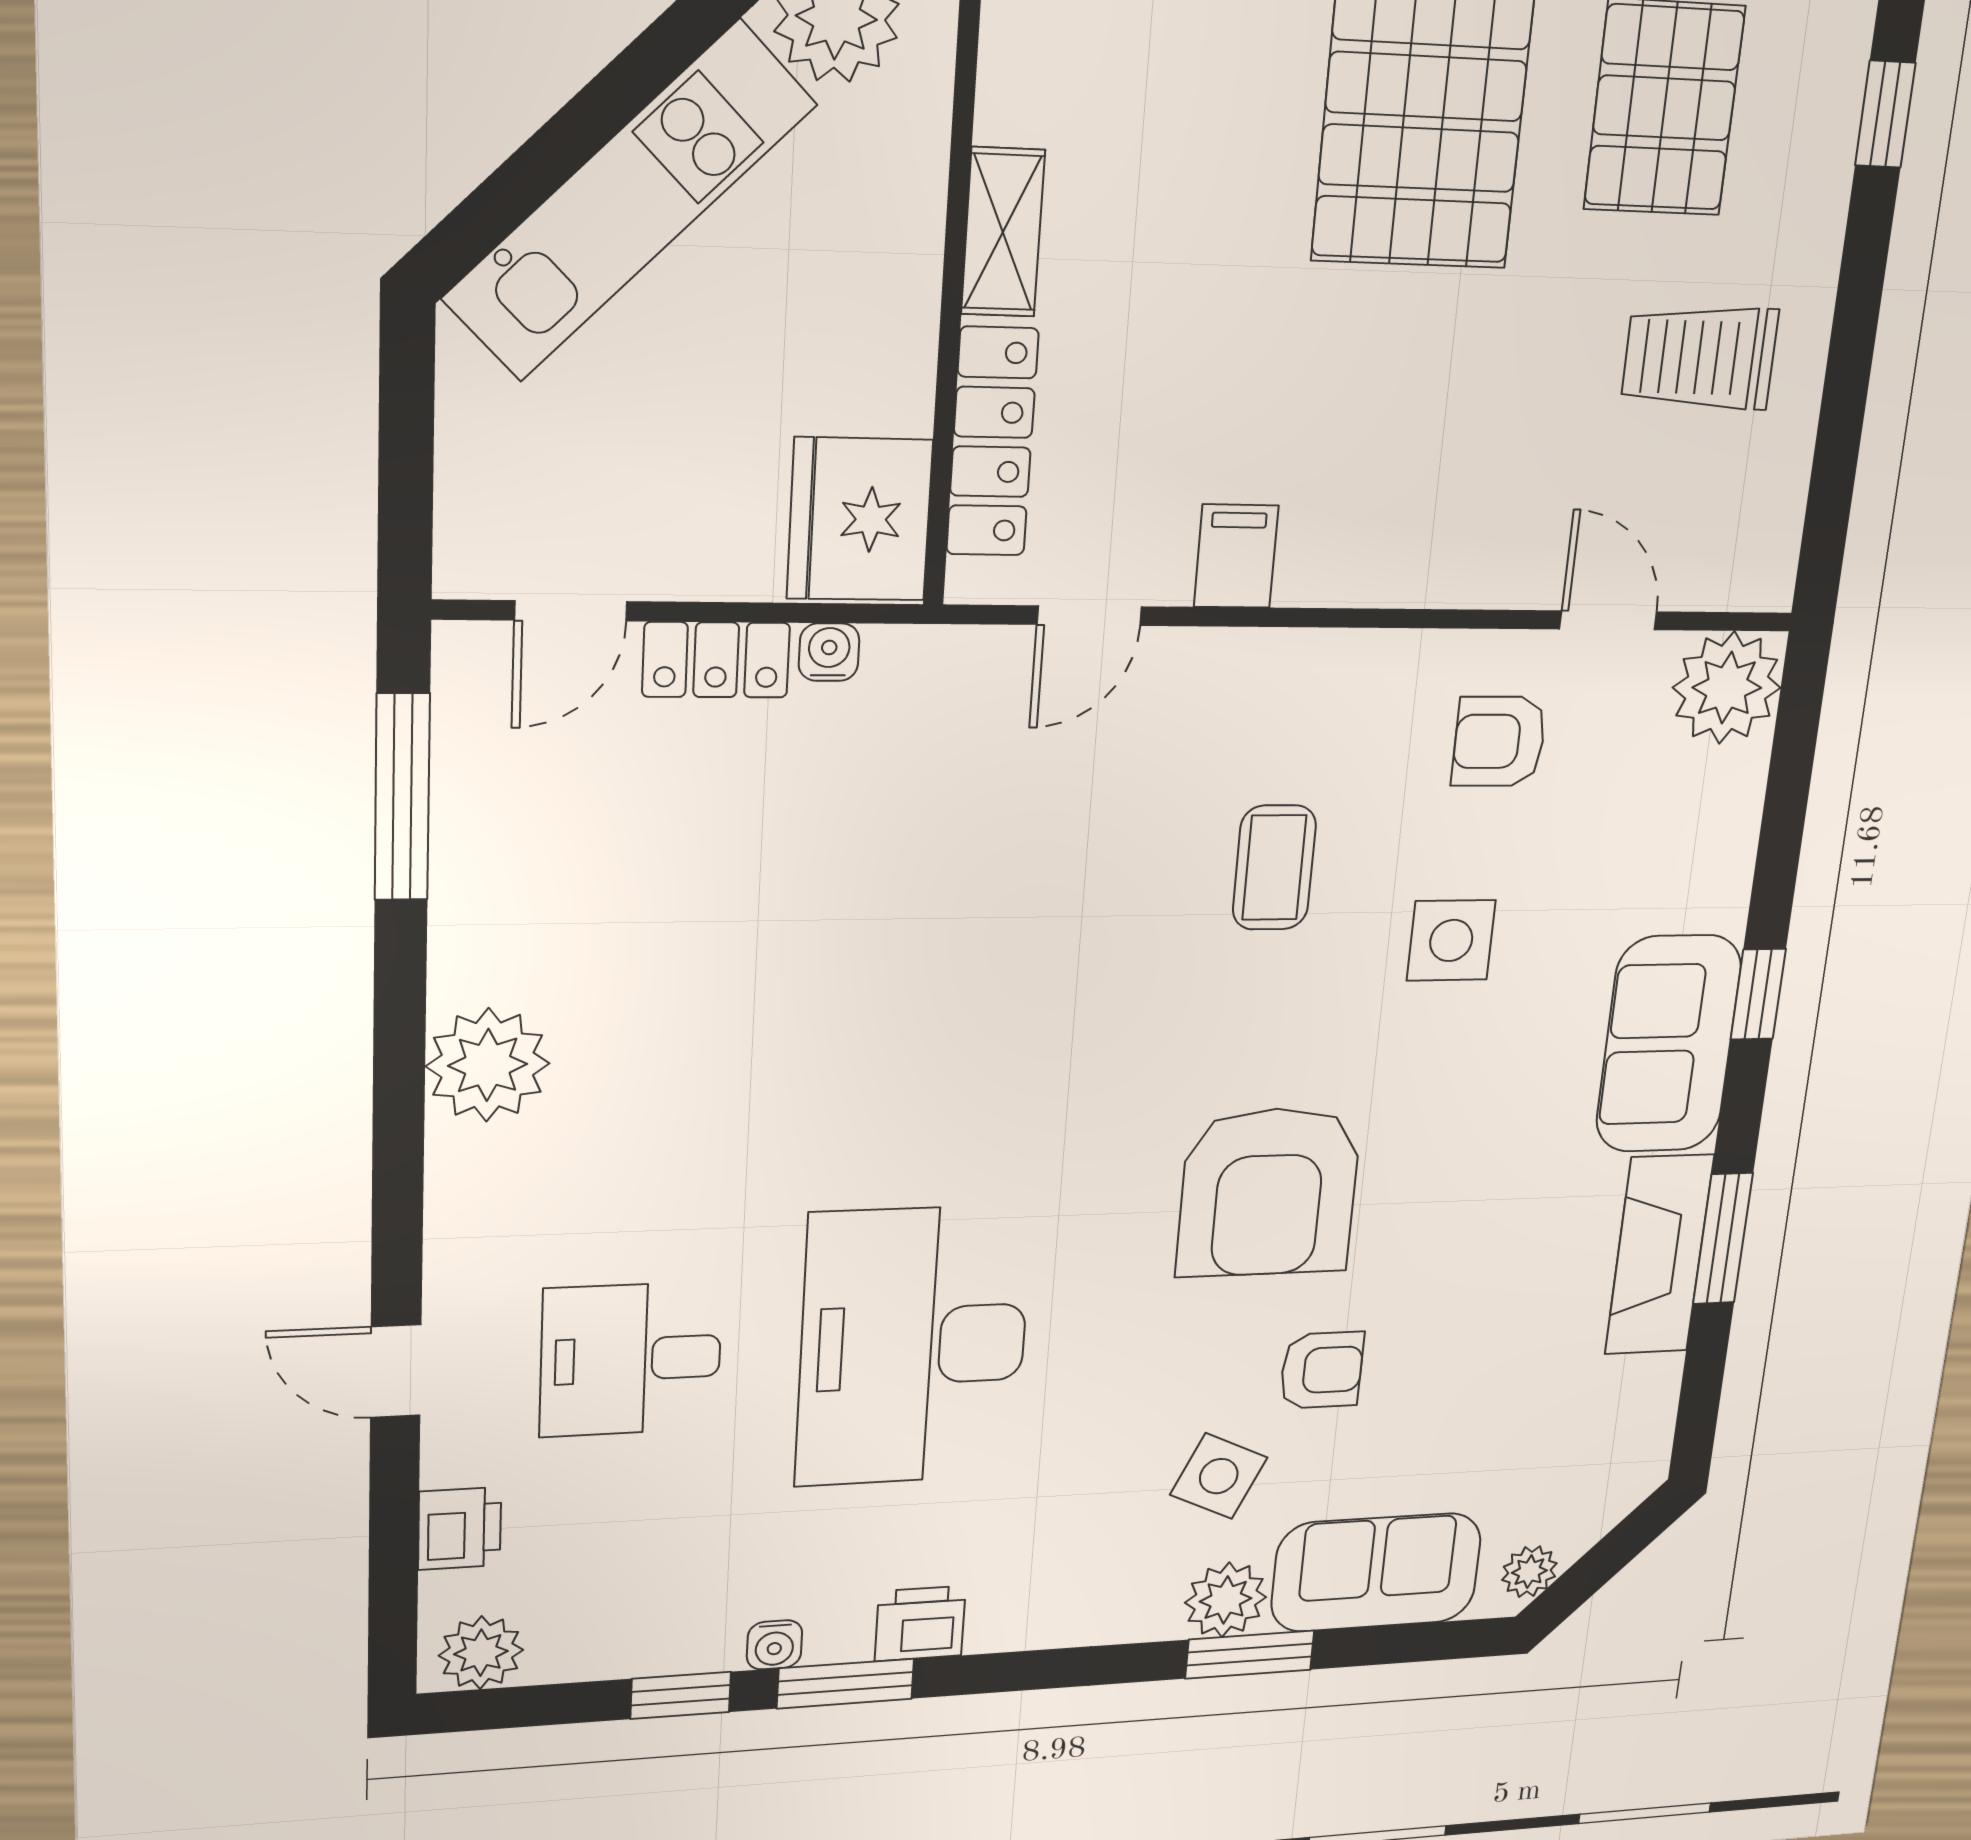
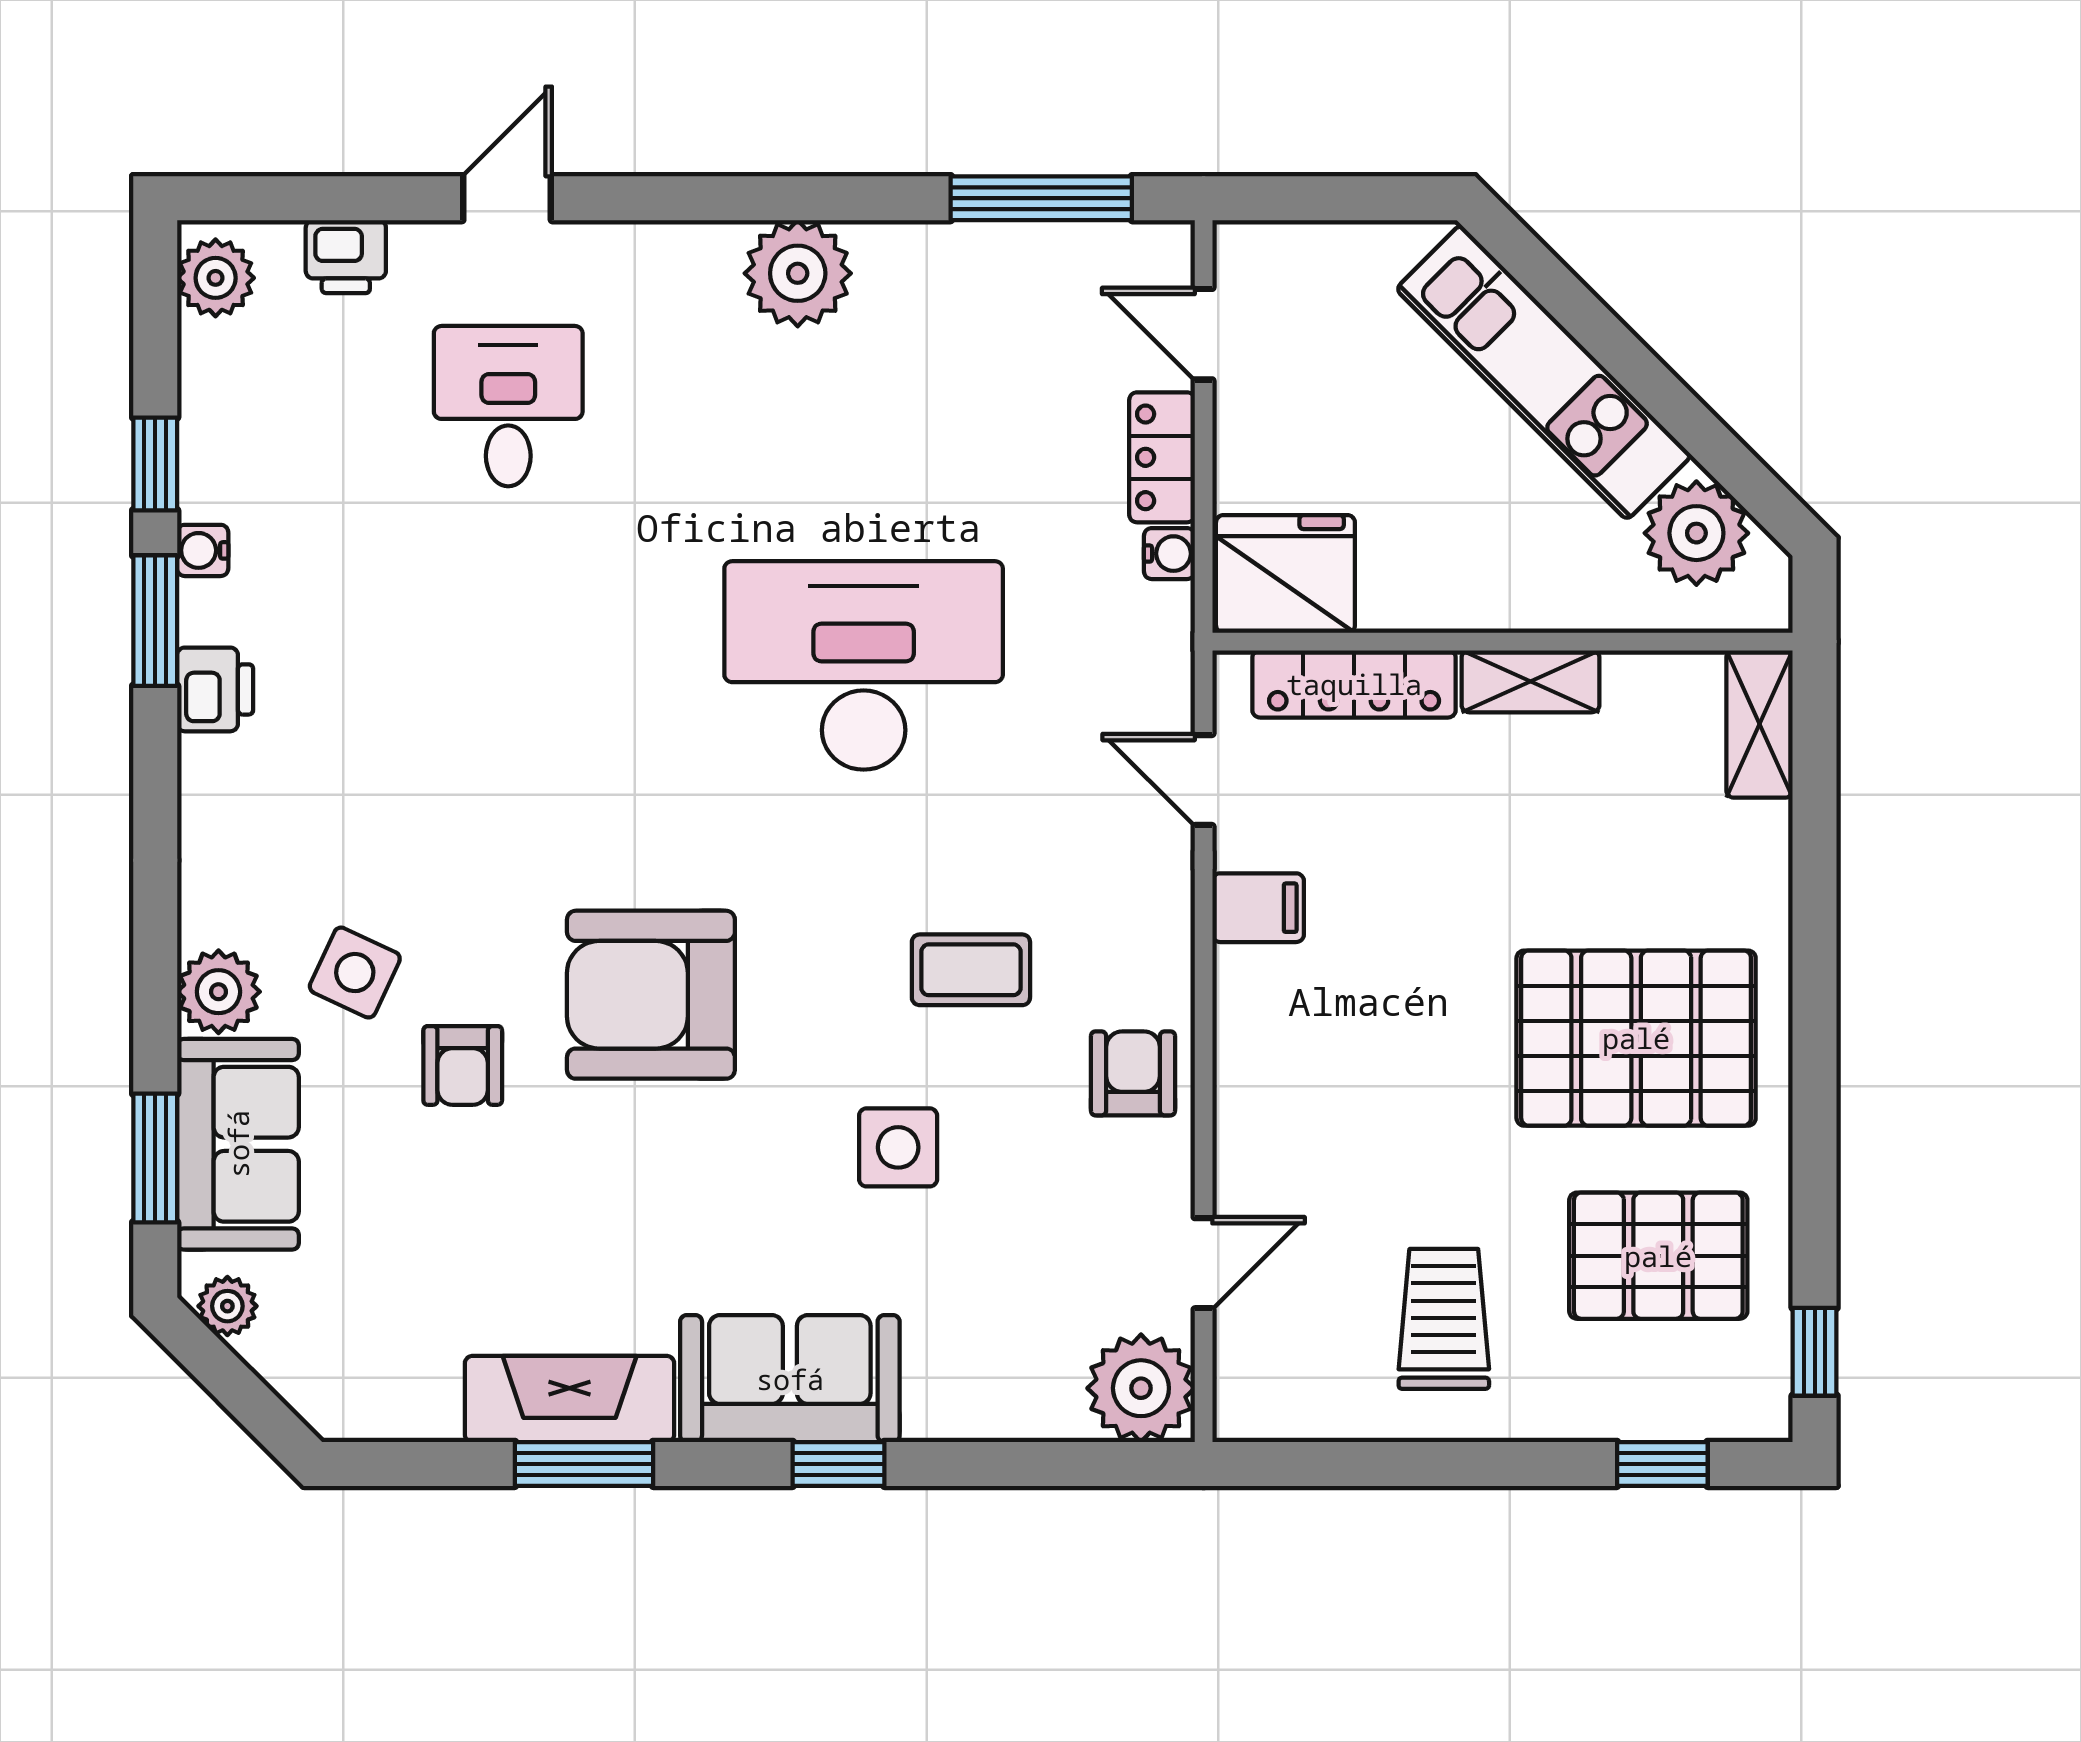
armchair: (1499, 741) -> (1133, 1073), moved
desk: (913, 1346) -> (864, 665), moved
window: (1250, 1655) -> (155, 1158), moved

